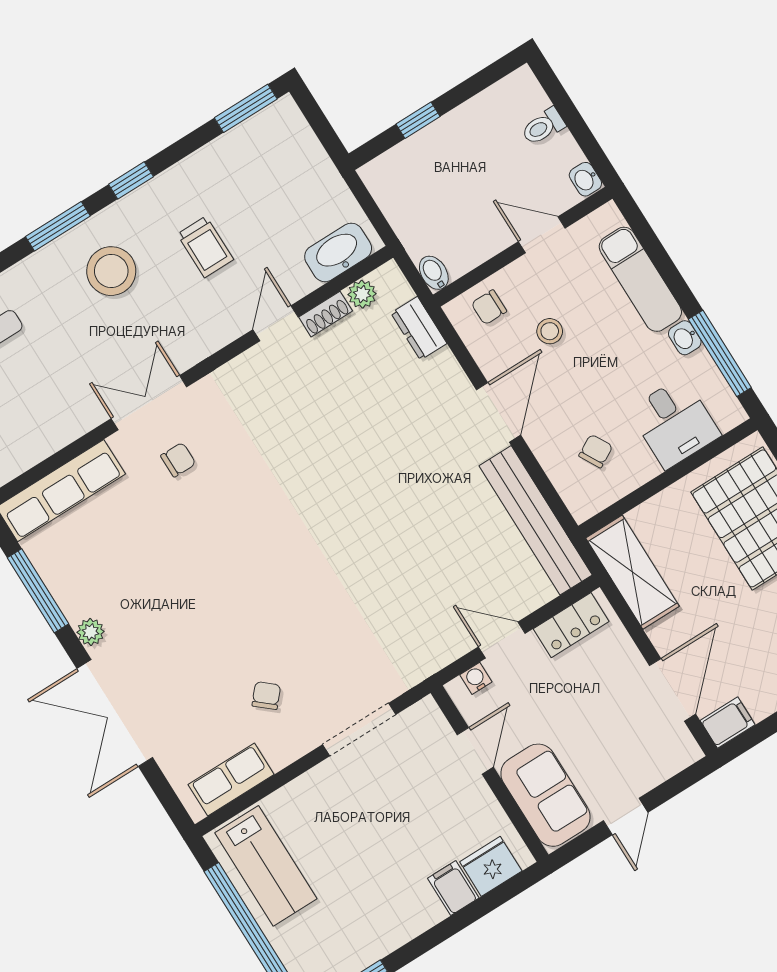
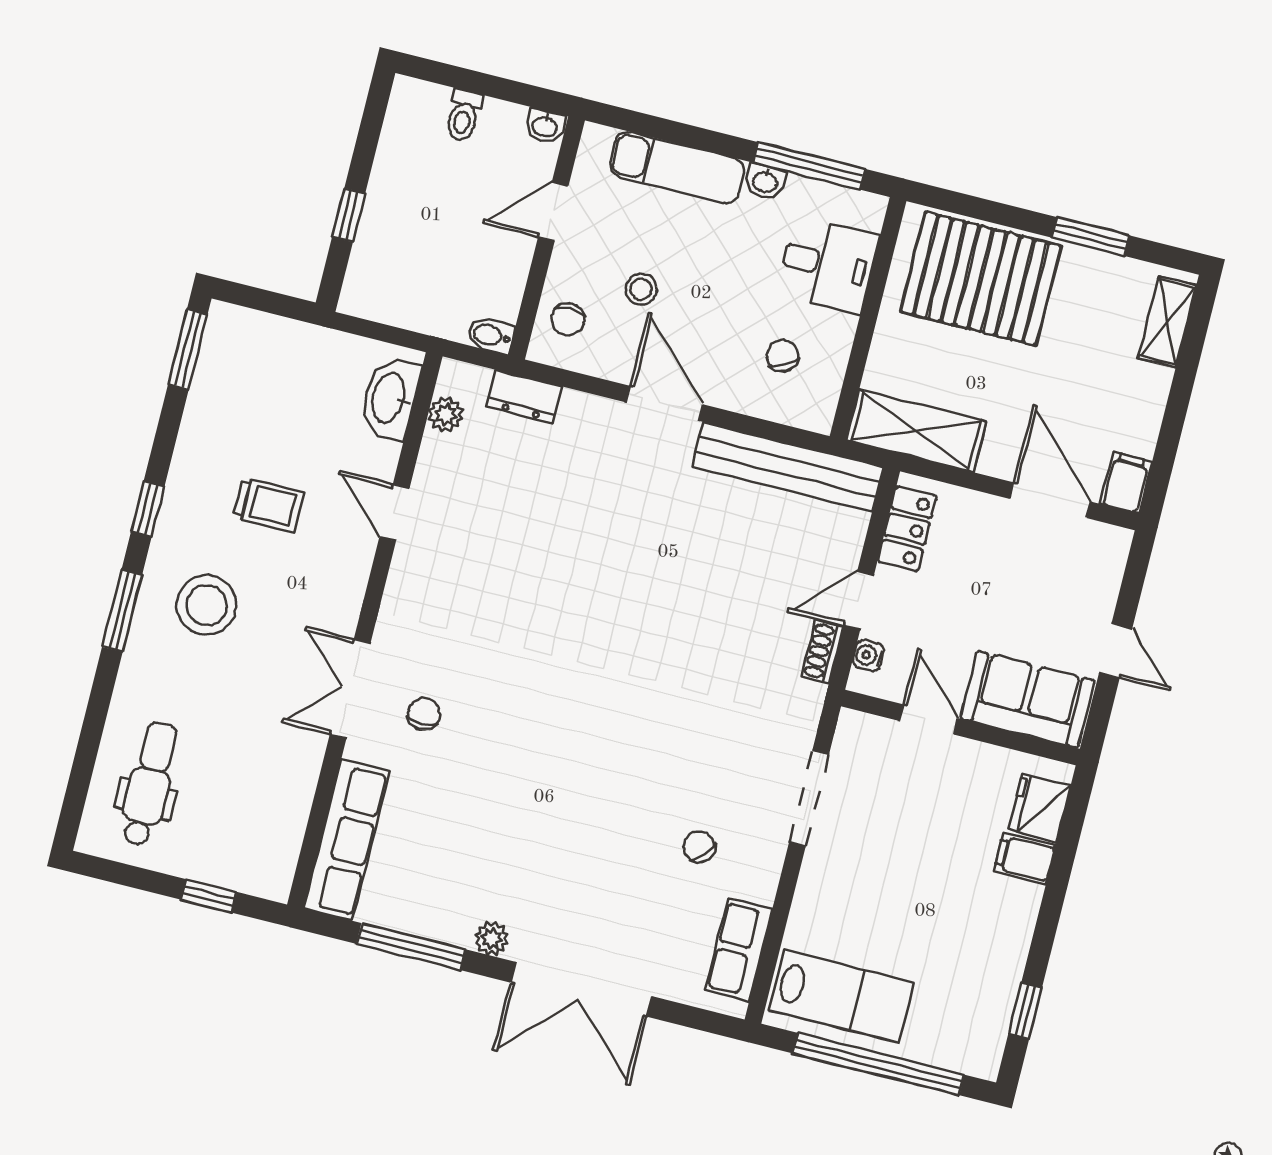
shoe rack: (326, 314) -> (822, 652), moved, turned 180

